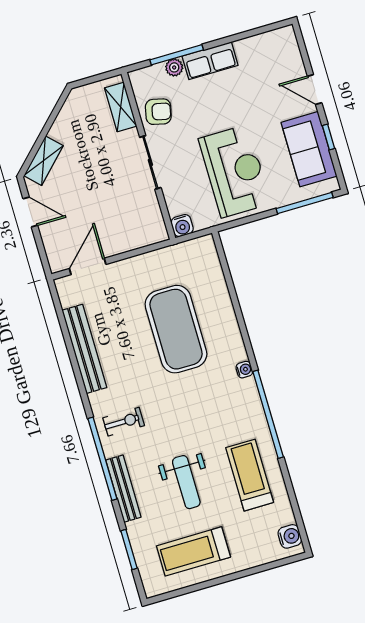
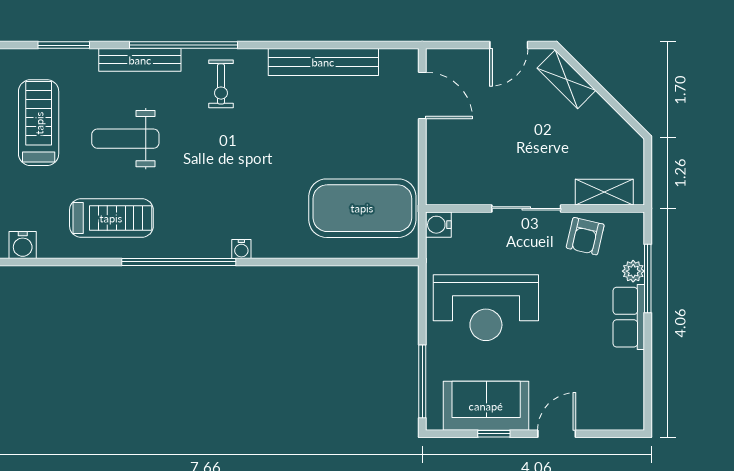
exercise mat: (176, 329) -> (362, 208), moved

